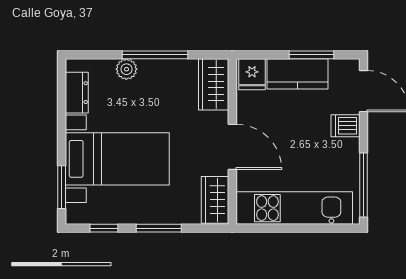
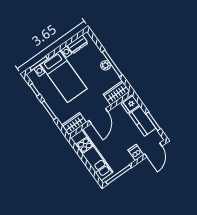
plant: (126, 69) -> (106, 65), moved

